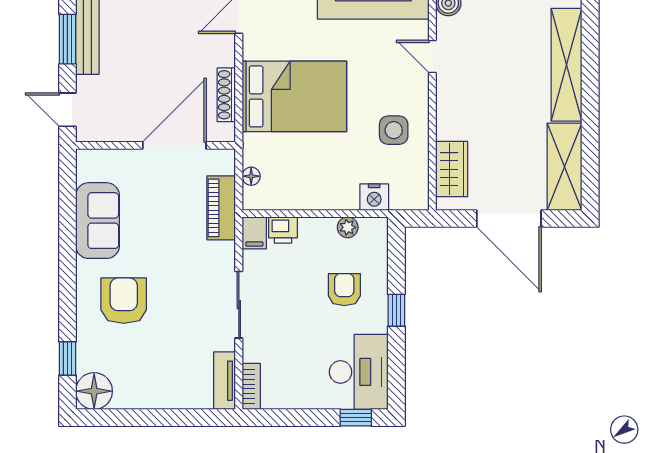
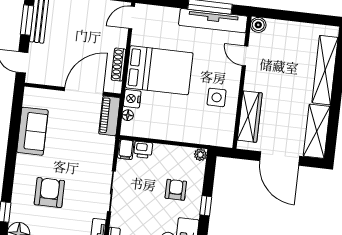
wardrobe: (452, 169) -> (250, 117), width x1.50
nightstand: (374, 197) -> (132, 99), moved, turned 90
piano: (221, 208) -> (109, 116), moved
plant: (348, 227) -> (200, 155), moved
armchair: (124, 301) -> (49, 193), moved

